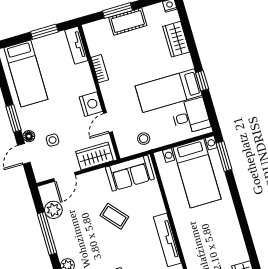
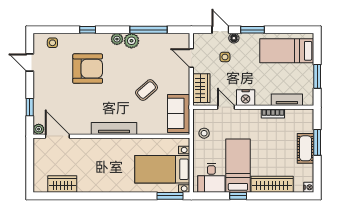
wardrobe: (176, 39) -> (272, 184), width x1.50
tv unit: (76, 45) -> (287, 100), moved
plant: (53, 210) -> (131, 41), moved

